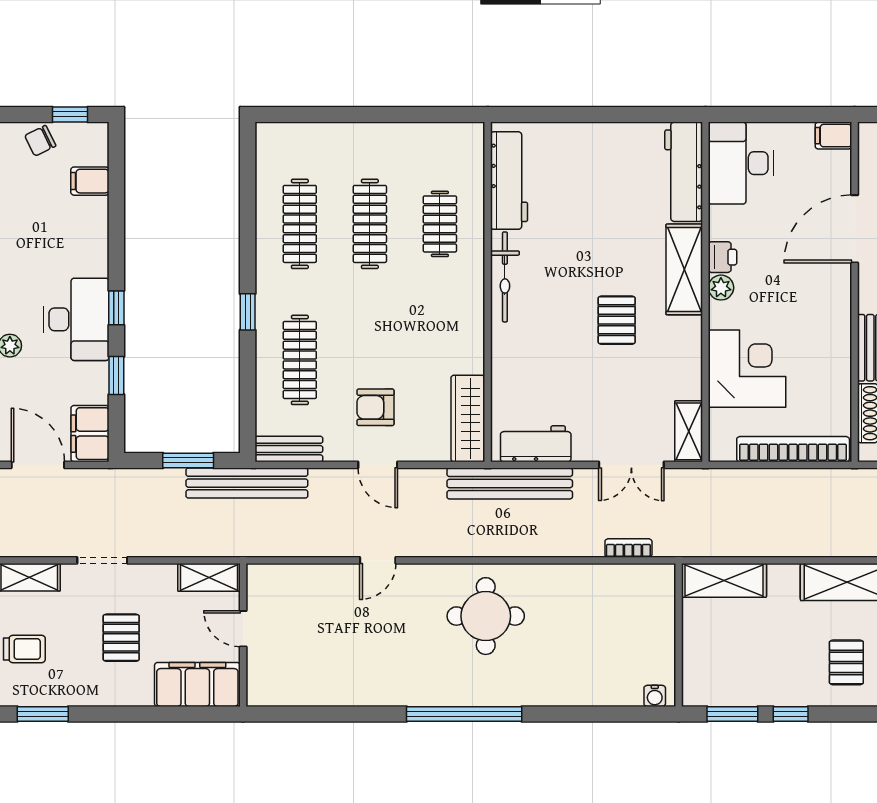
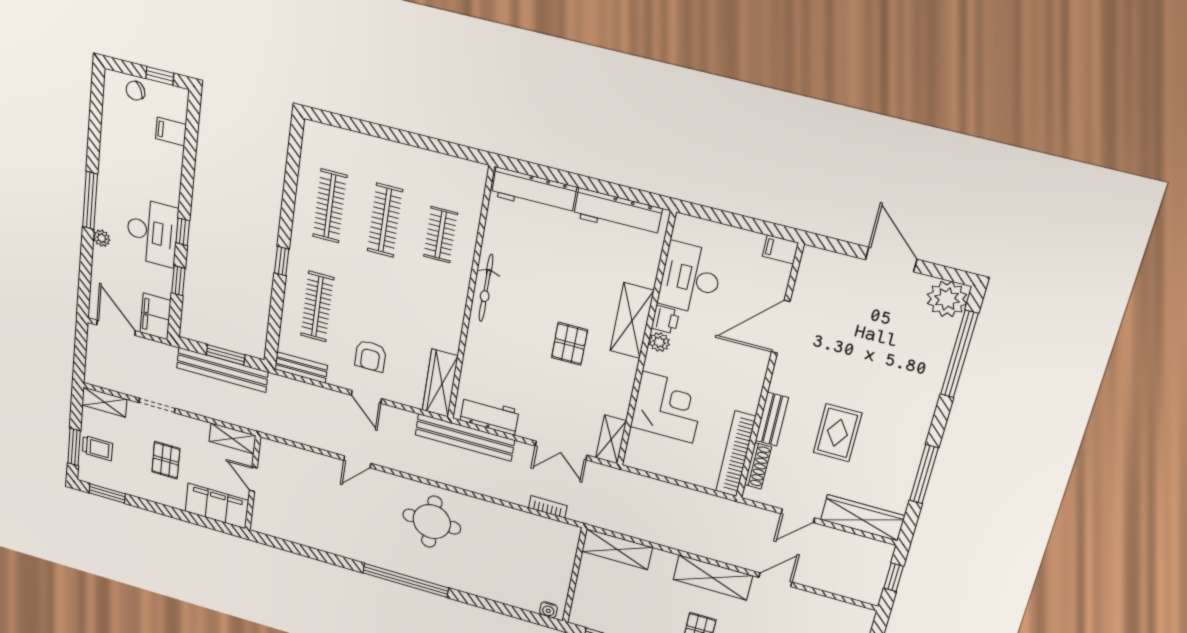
desk: (741, 163) -> (690, 278), moved
workbench: (684, 172) -> (618, 213), moved, turned -90
workbench: (509, 181) -> (534, 191), moved, turned 90
armchair: (375, 407) -> (370, 356), turned -90
bookcase: (793, 449) -> (736, 454), moved, turned -90
bench: (247, 483) -> (222, 370), moved

